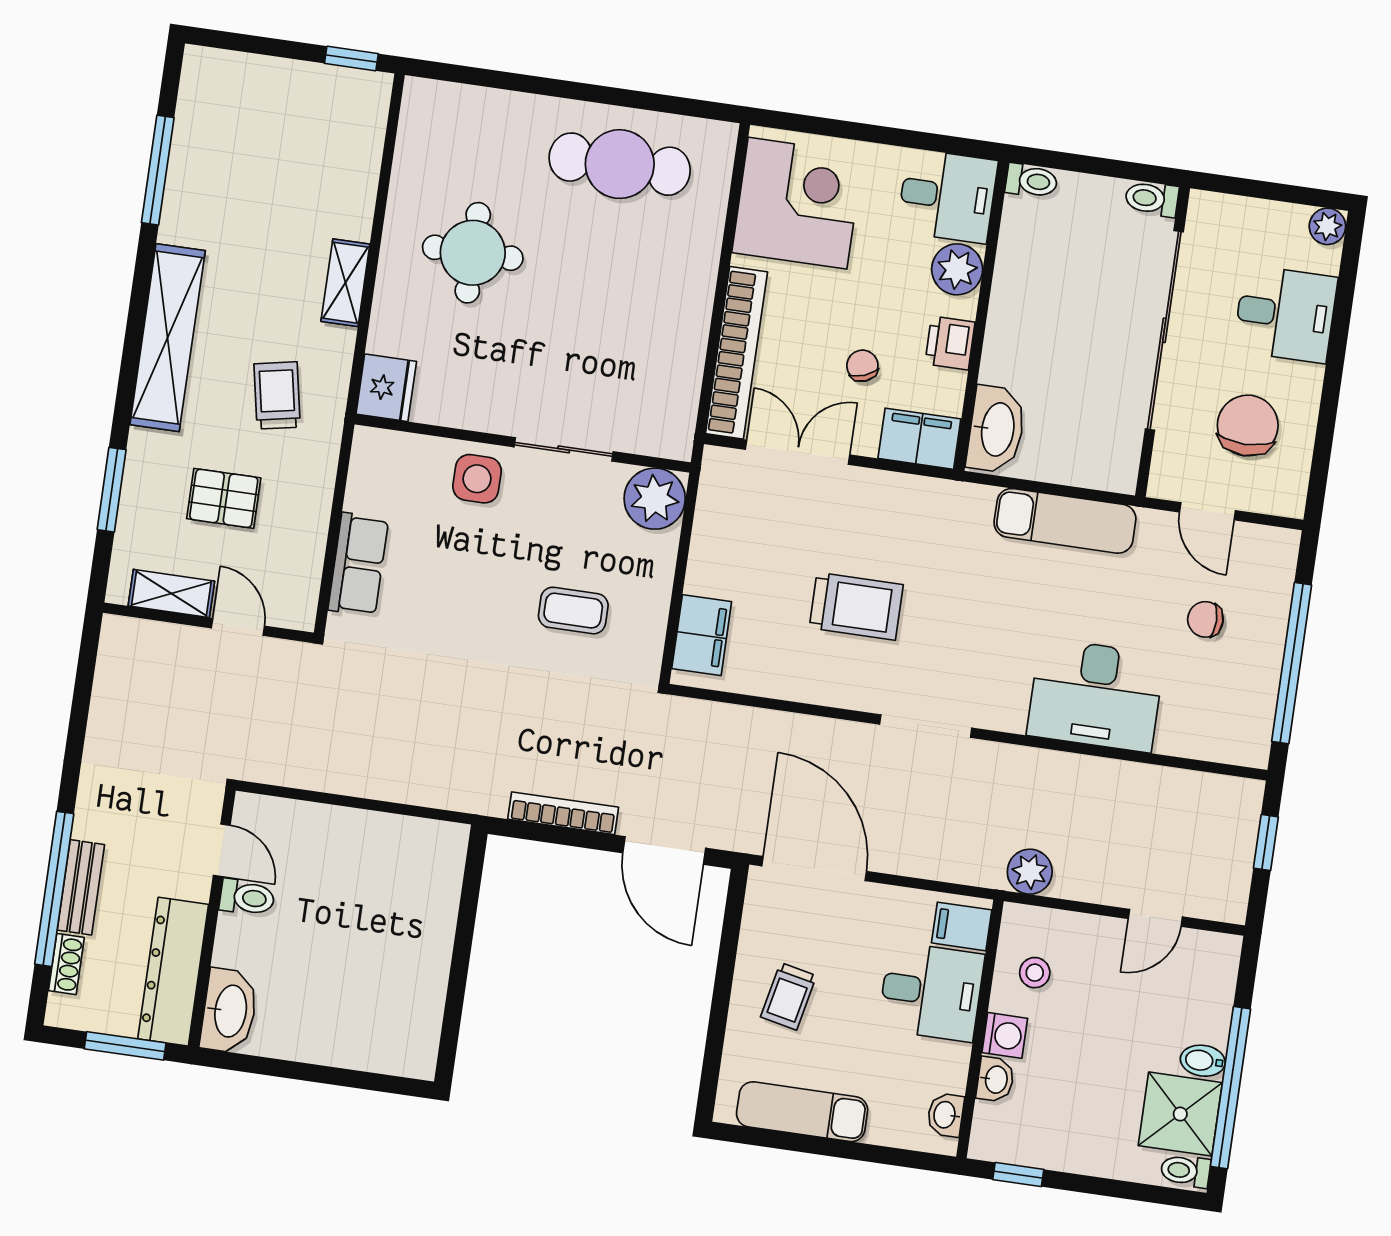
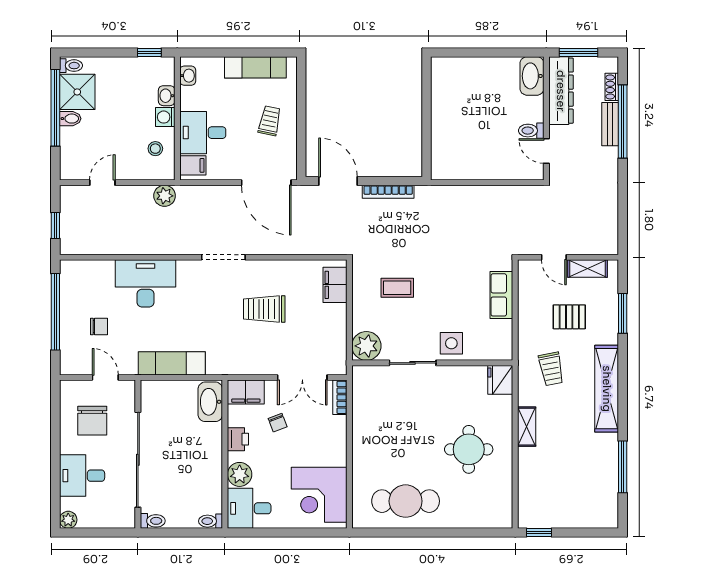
bookcase: (737, 353) -> (340, 397), width x0.43, depth x0.76

